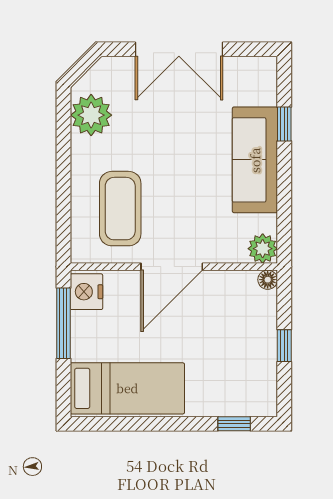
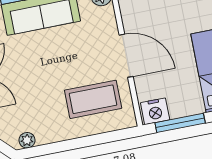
plant: (91, 115) -> (27, 140), width x0.53, depth x0.53

